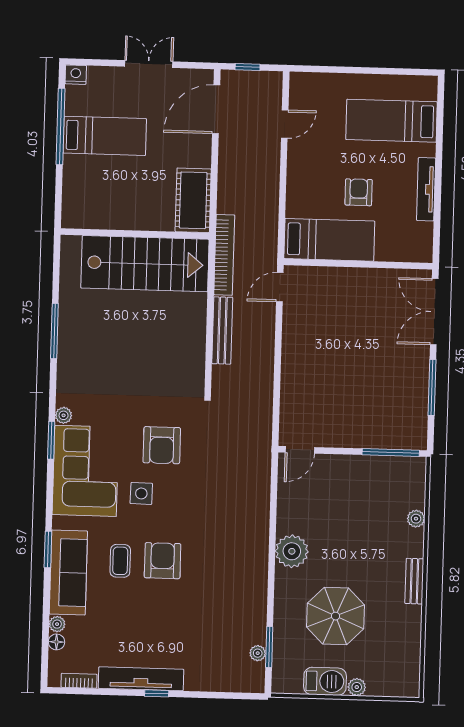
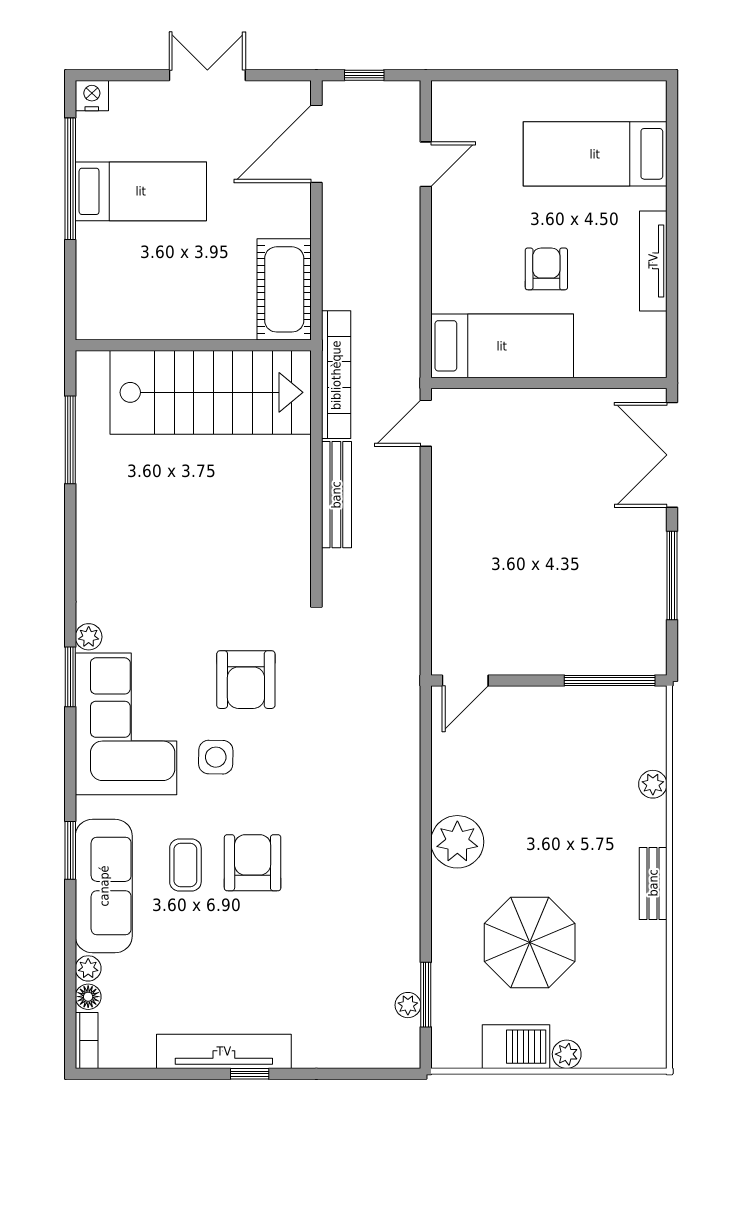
window: (54, 331) -> (70, 440), moved
bookcase: (79, 681) -> (87, 1040), moved, turned 90

